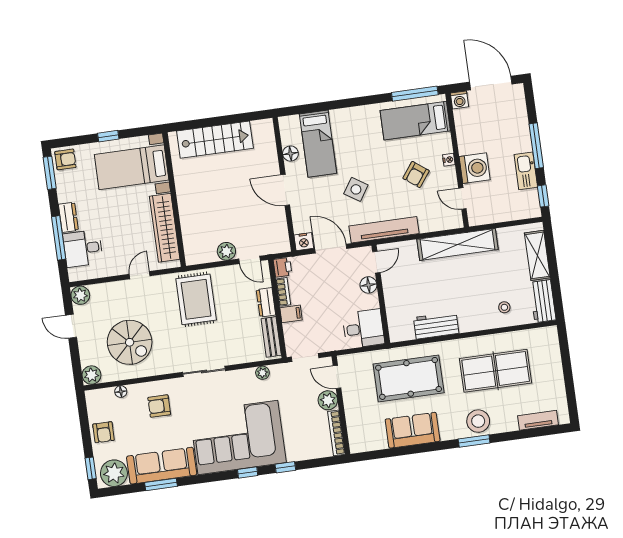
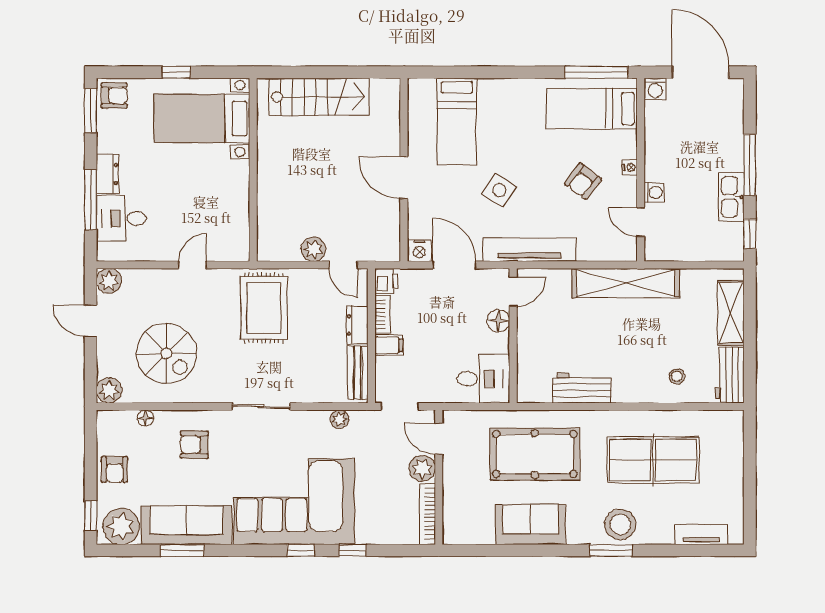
floor lamp: (290, 154) -> (418, 130), removed
washing machine: (475, 168) -> (654, 192), width x0.53, depth x0.53
wardrobe: (165, 228) -> (235, 206), removed

